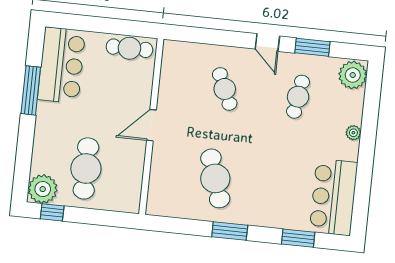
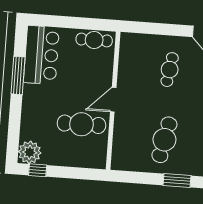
cafe table: (225, 89) -> (170, 70), turned 33
cafe table: (86, 168) -> (81, 124), moved, turned 90
cafe table: (215, 178) -> (164, 140), turned 30

